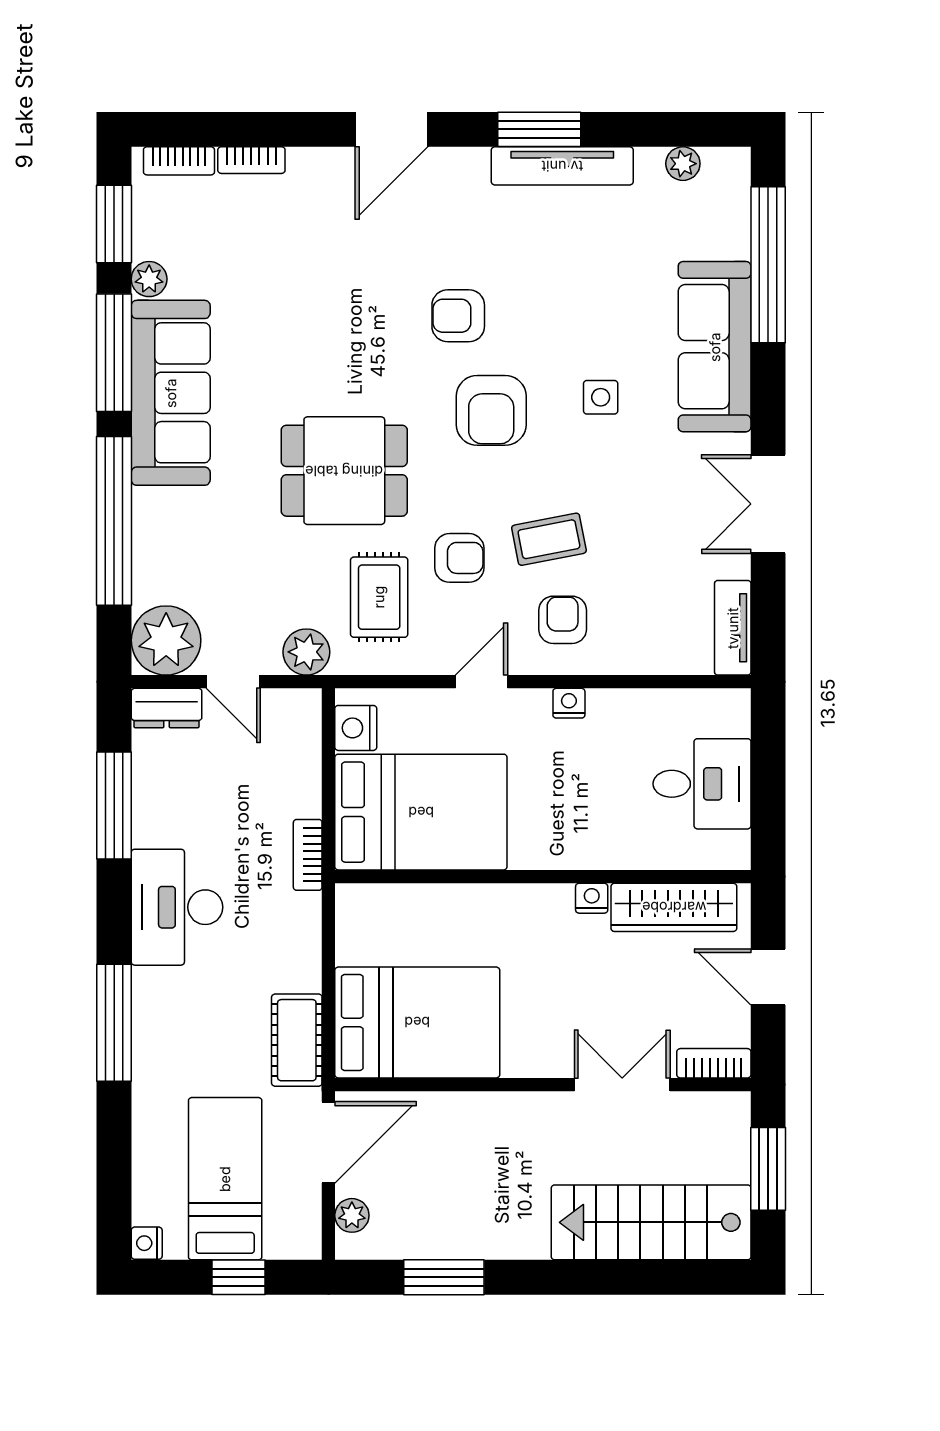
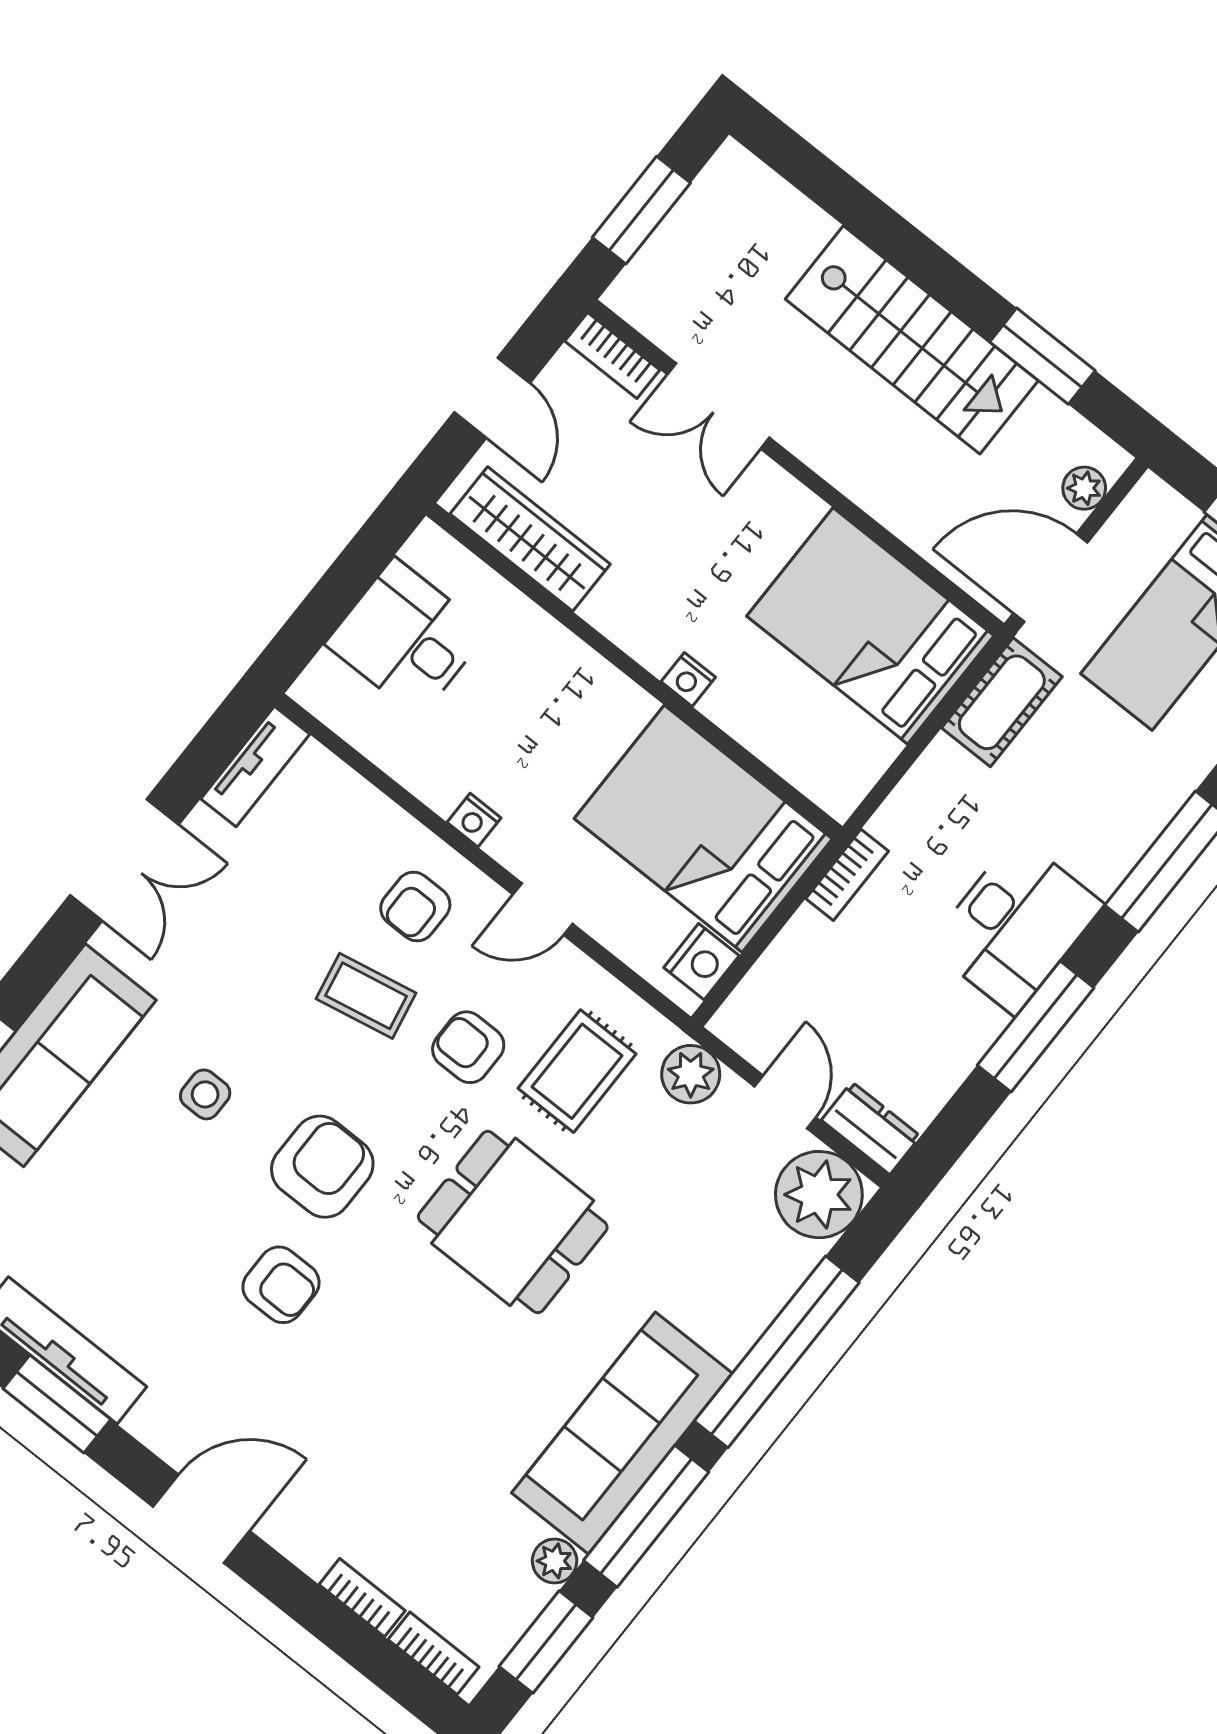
window: (114, 805) -> (1036, 1026), moved
nightstand: (592, 898) -> (688, 679), moved
stairs: (651, 1222) -> (912, 340), moved

